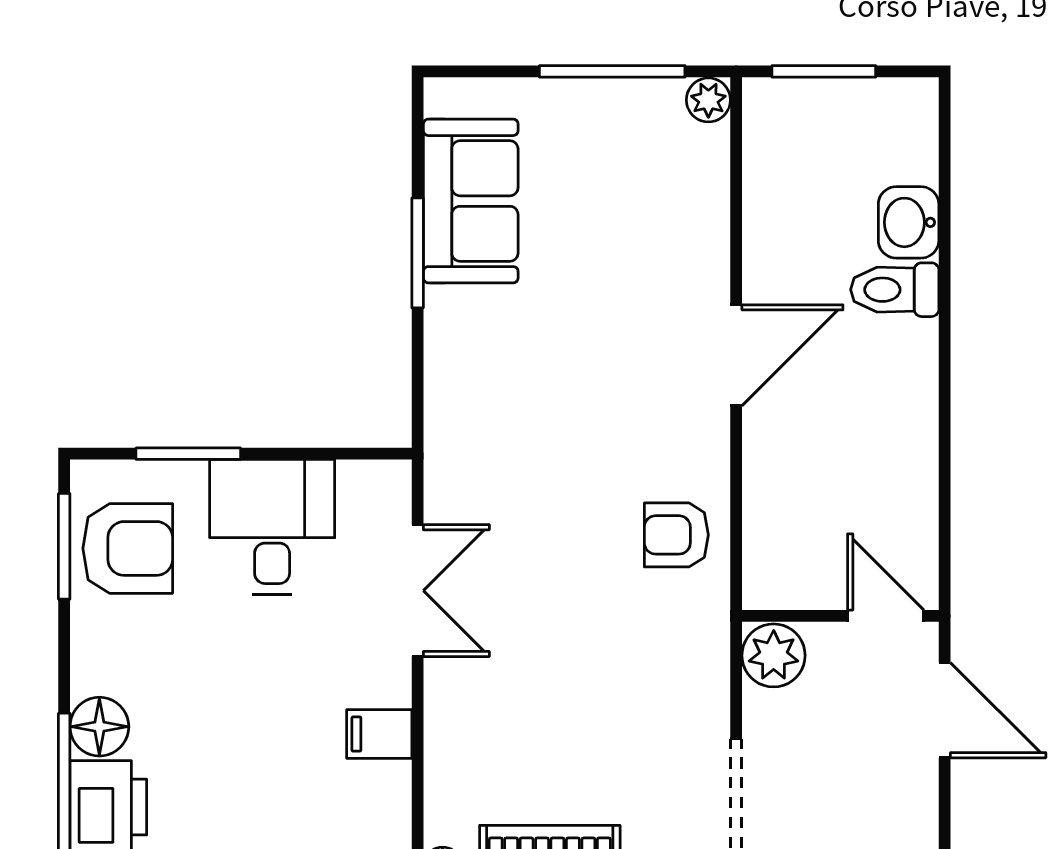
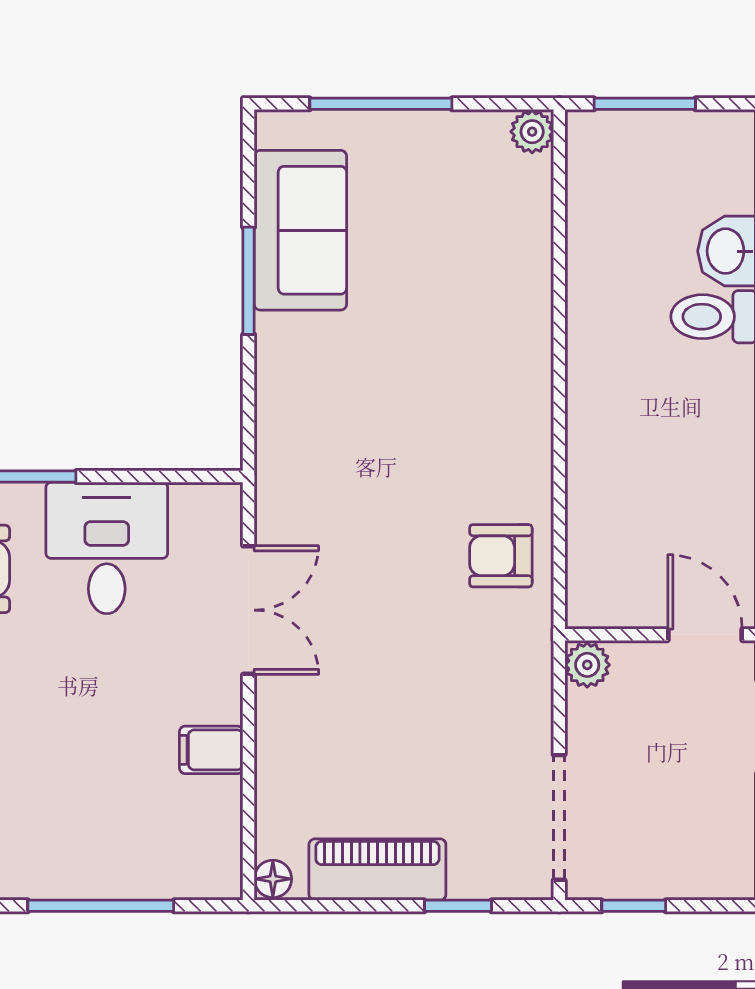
window: (612, 71) -> (381, 104), moved
door: (736, 355) -> (559, 381), removed
plant: (774, 655) -> (587, 665), width x0.73, depth x0.73

